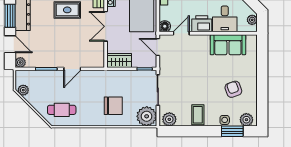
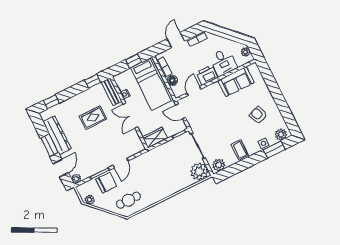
floor lamp: (165, 26) -> (172, 80), moved
door: (10, 44) -> (61, 168), hinge flipped
chair: (113, 106) -> (106, 183), moved

